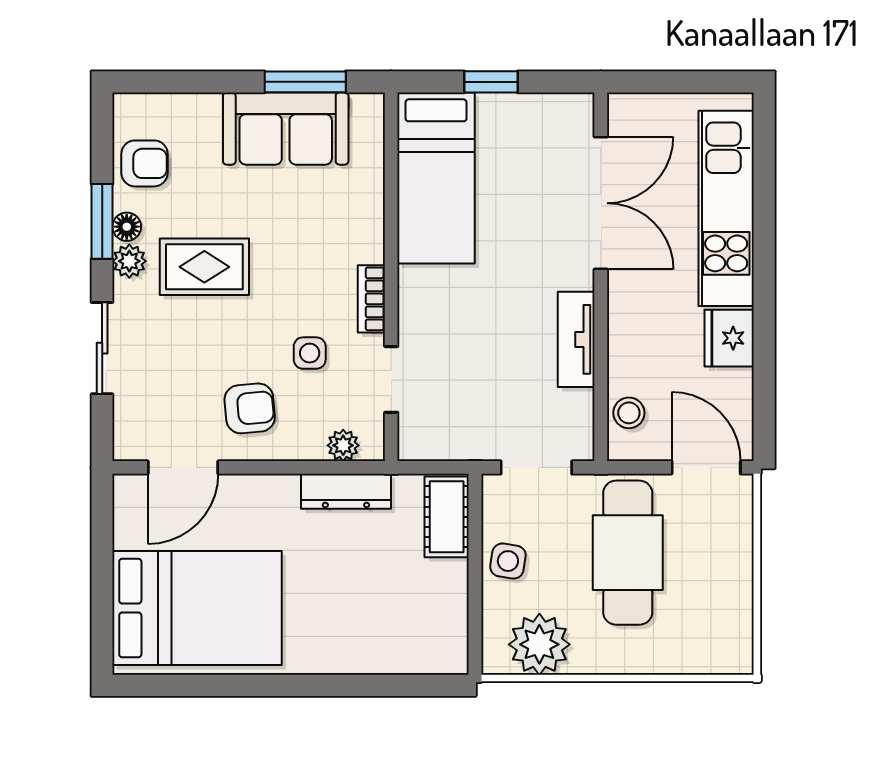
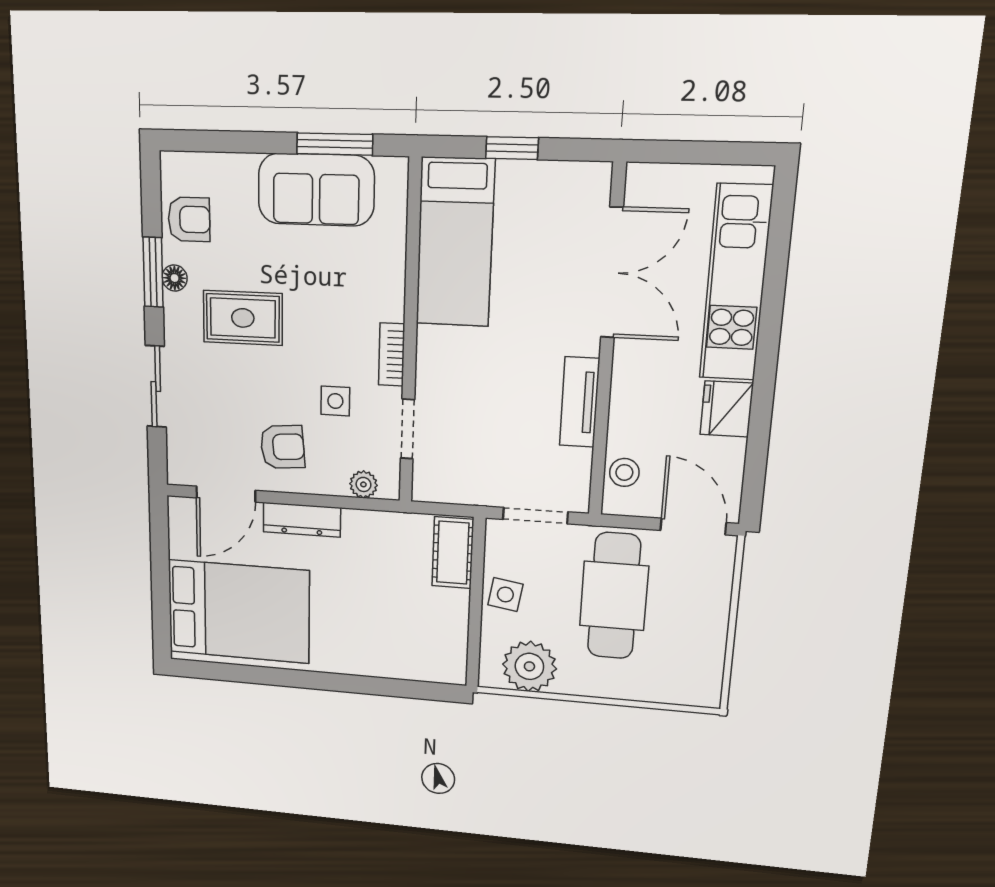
plant: (129, 261) -> (177, 310), removed
dresser: (346, 491) -> (302, 520), moved

